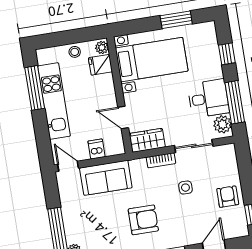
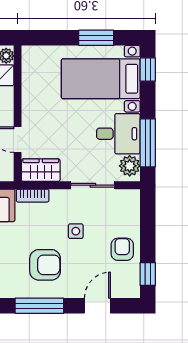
window: (227, 54) -> (148, 69), moved
bed with nightstands: (152, 60) -> (101, 79), moved, turned 180
bookcase: (161, 160) -> (33, 196), moved
armchair: (143, 220) -> (45, 265), moved

